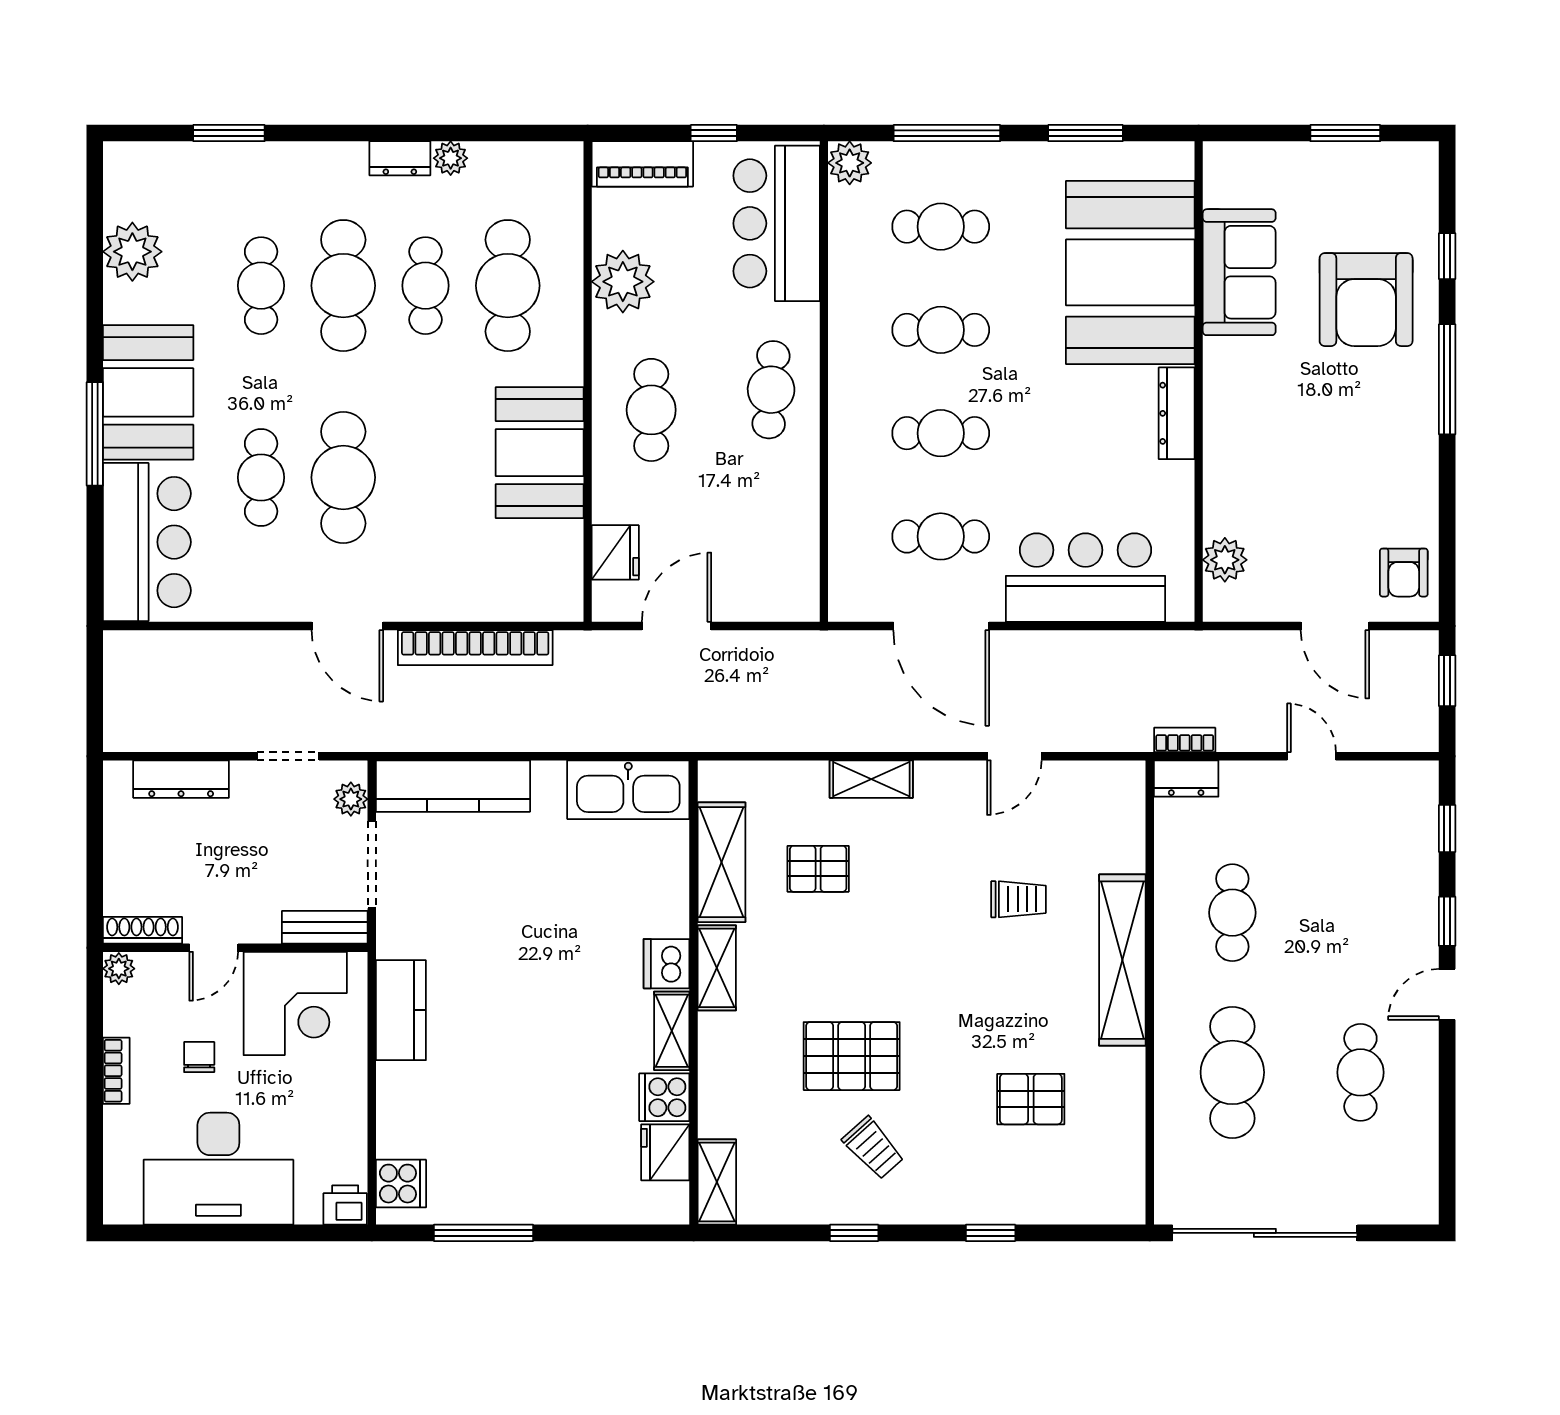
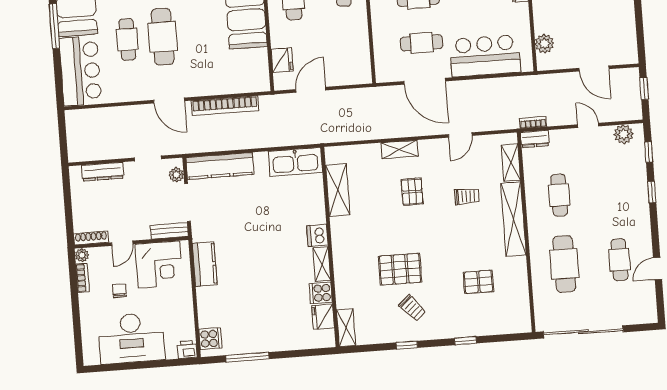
armchair: (1404, 573) -> (622, 43), removed
plant: (1392, 783) -> (624, 134), added
pallet: (818, 869) -> (412, 192), moved, turned 90
shelving: (717, 968) -> (511, 162), moved
door: (1447, 994) -> (658, 269), moved
bookcase: (116, 1071) -> (83, 278), moved

